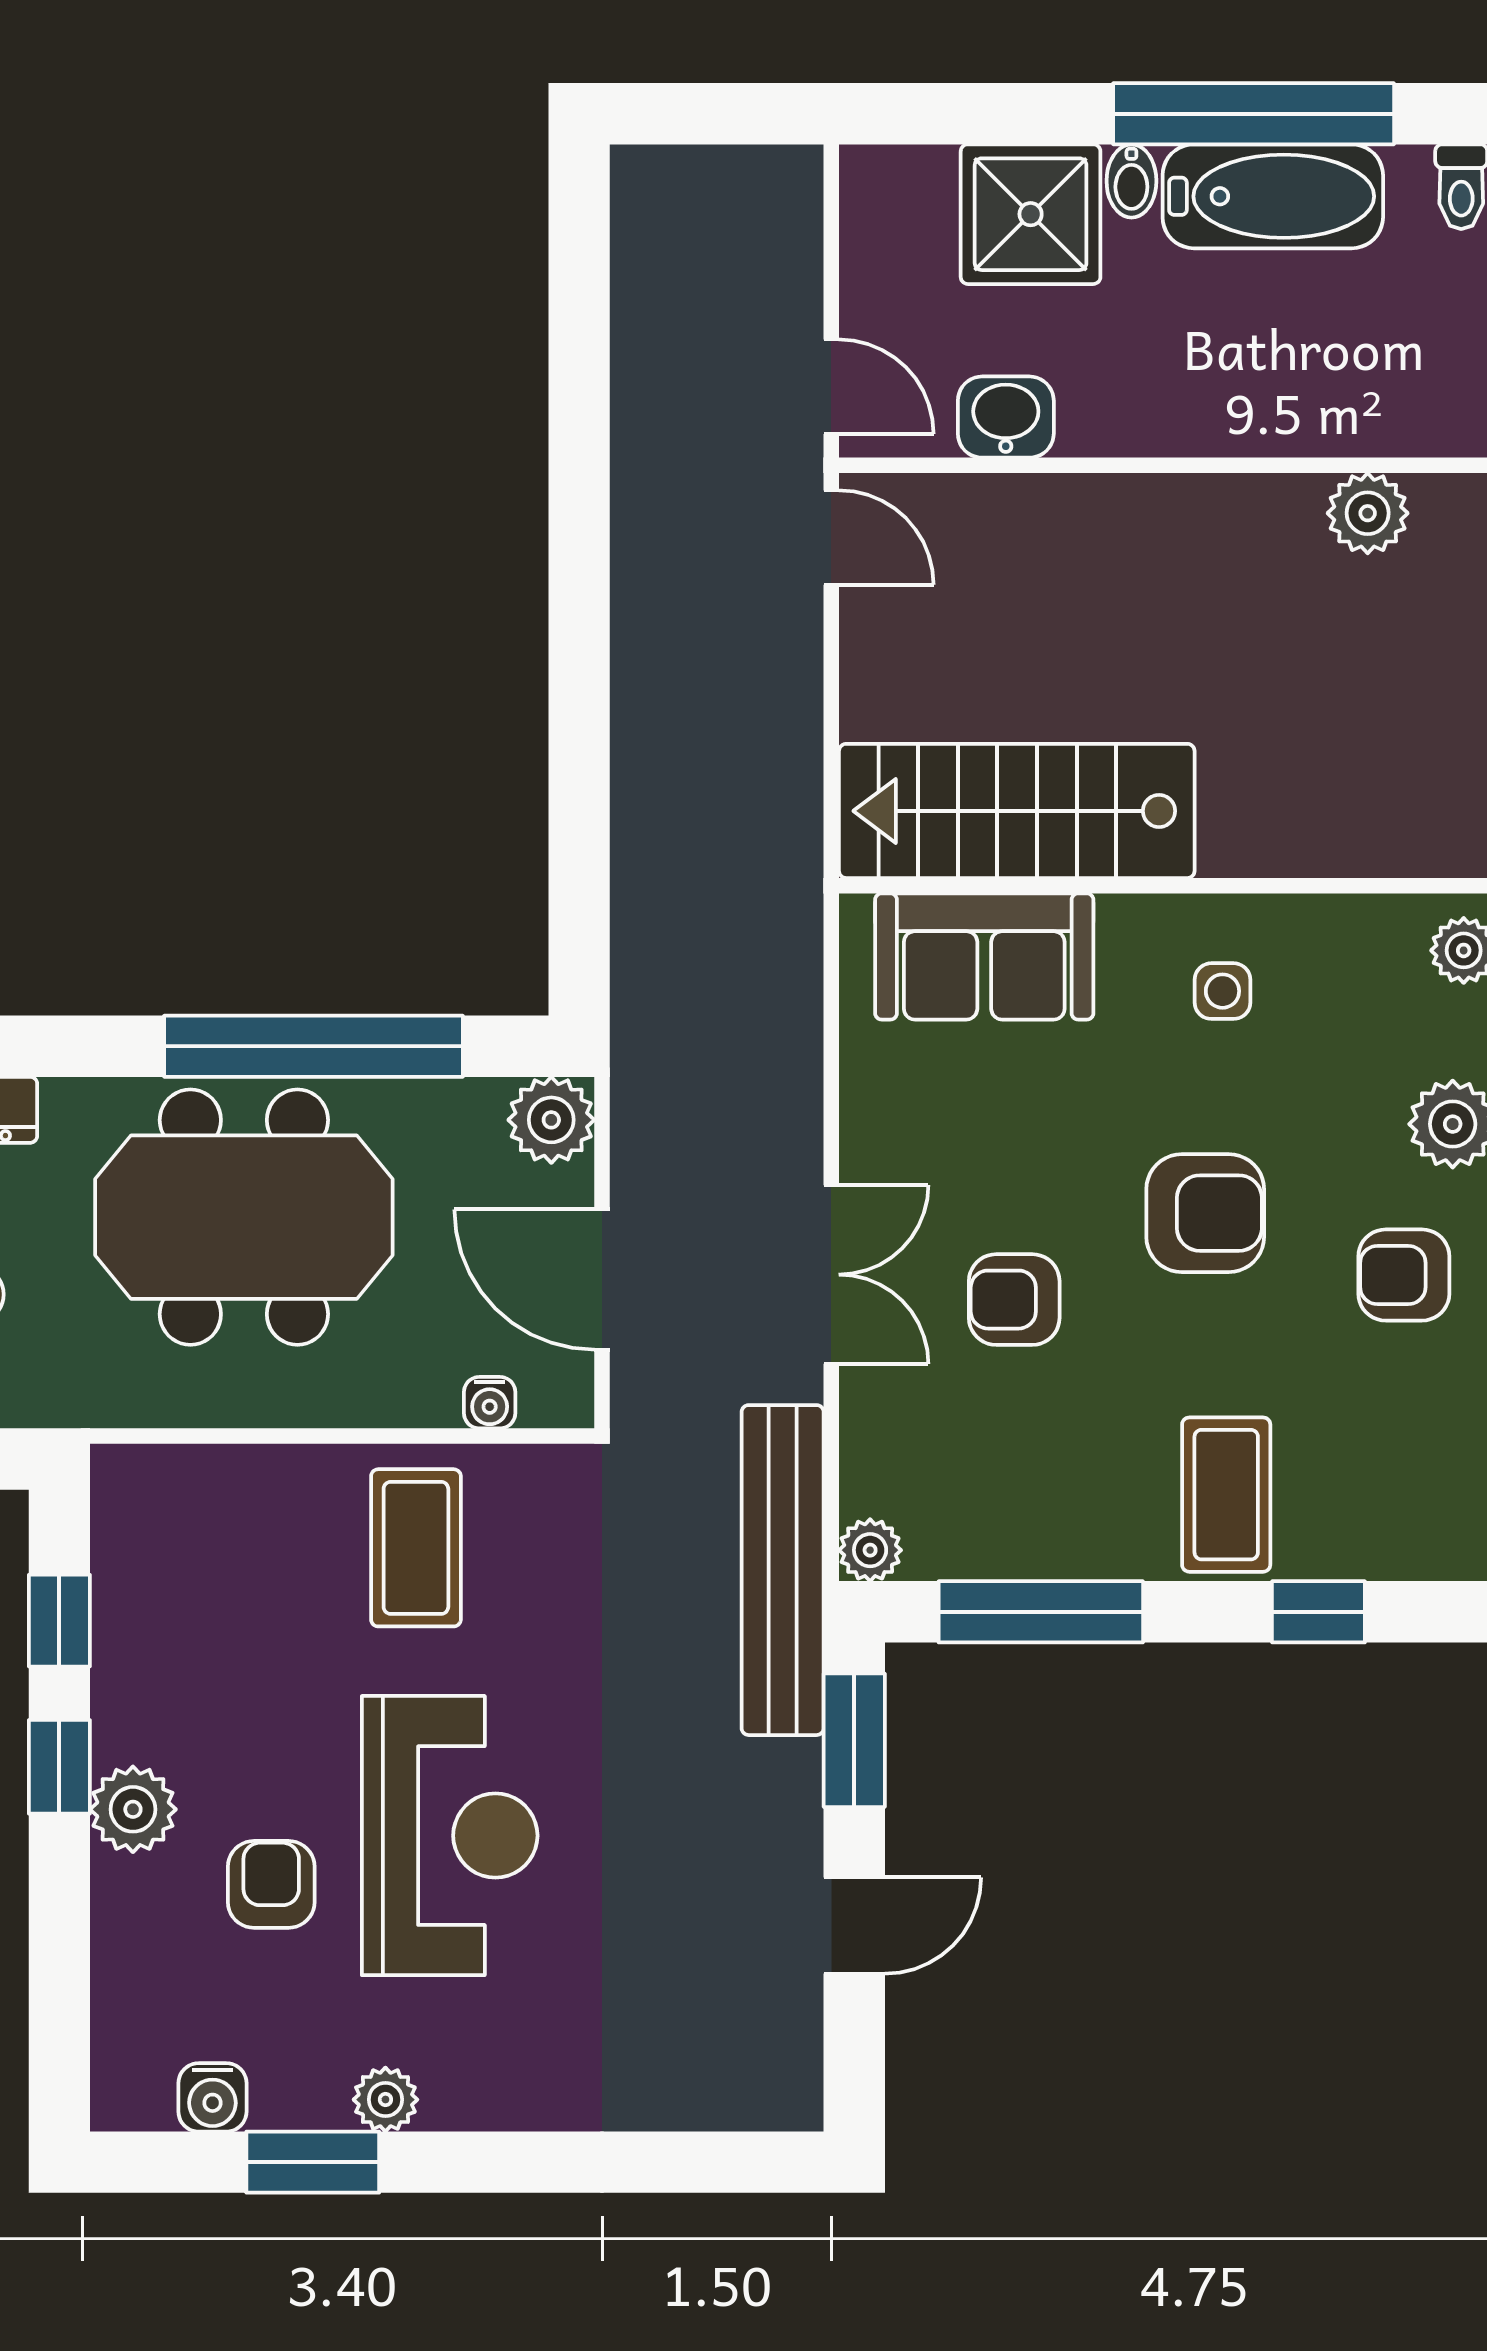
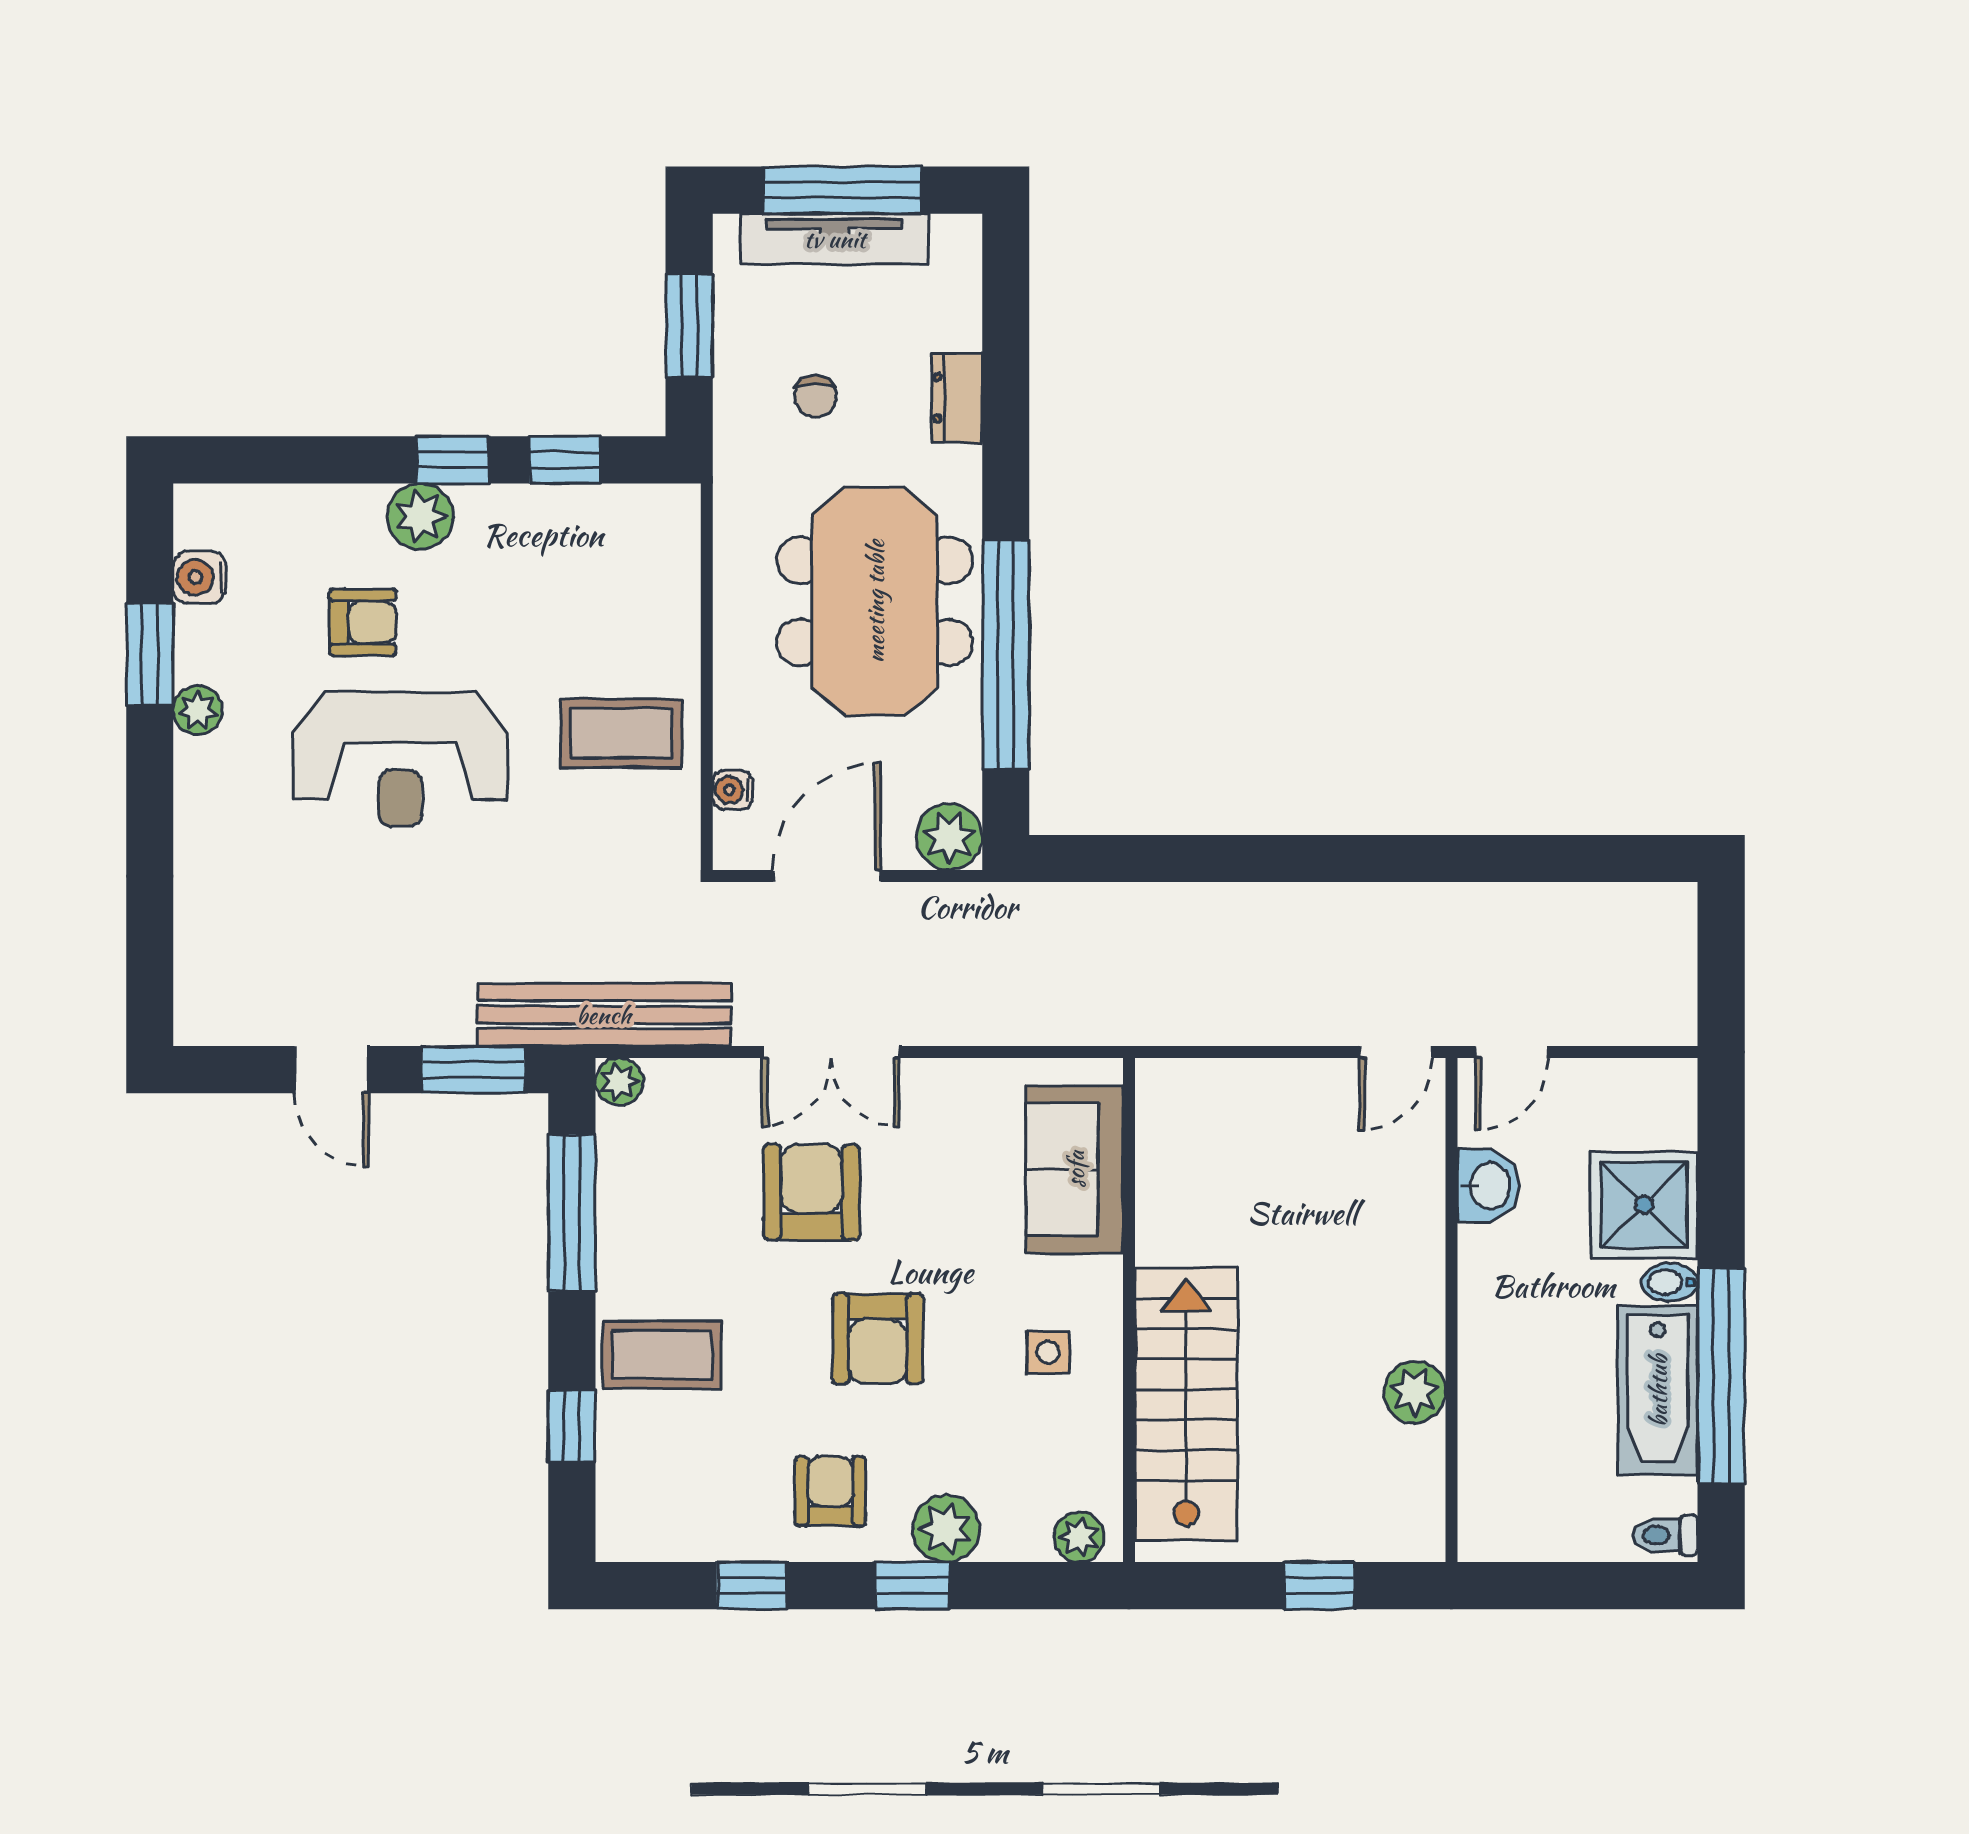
plant: (1368, 513) -> (1415, 1392), moved
stairs: (1017, 811) -> (1186, 1404), moved
armchair: (1014, 1300) -> (811, 1192), width x1.38, depth x1.38

